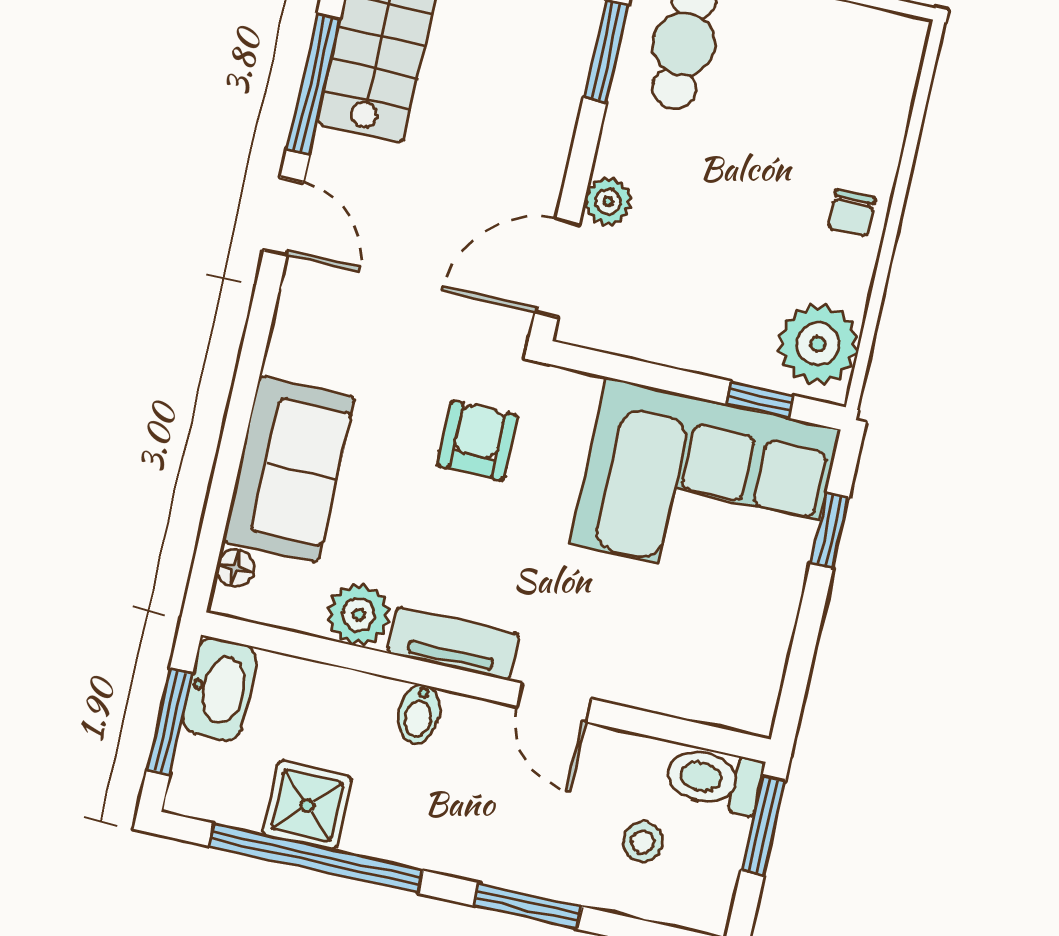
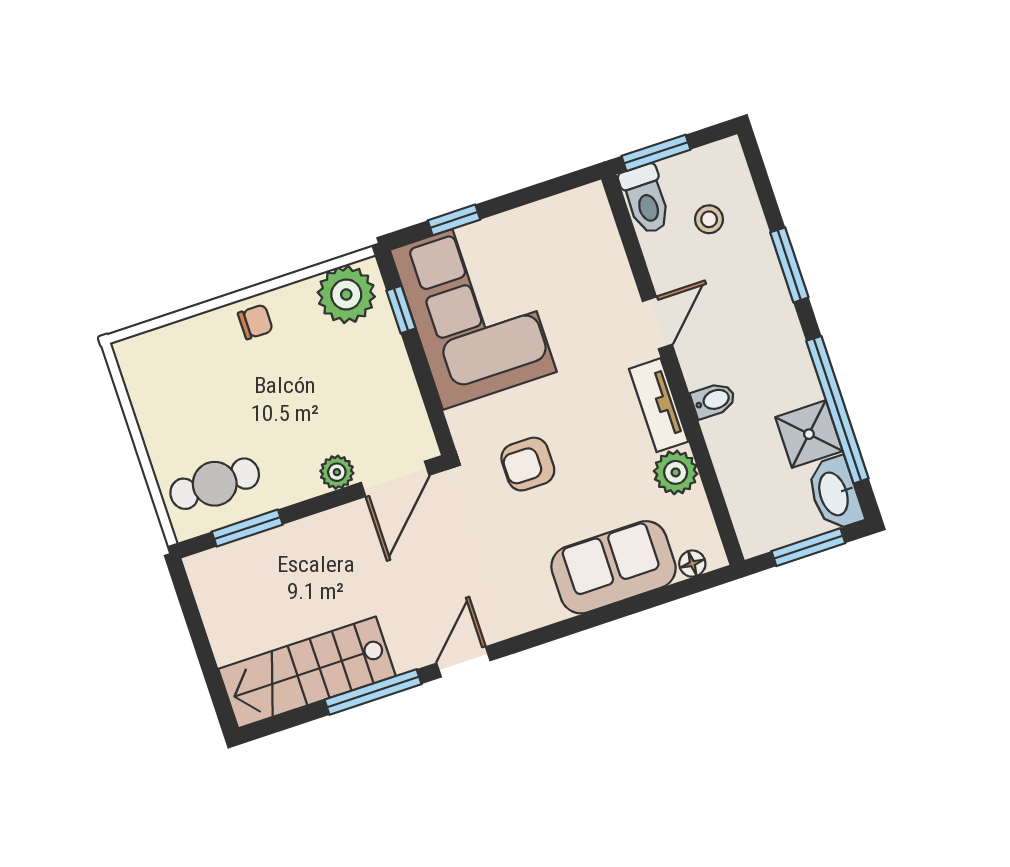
door: (557, 268) -> (395, 479), hinge flipped
washbasin: (220, 689) -> (835, 494), moved, turned -90

